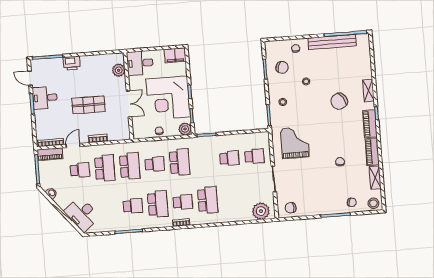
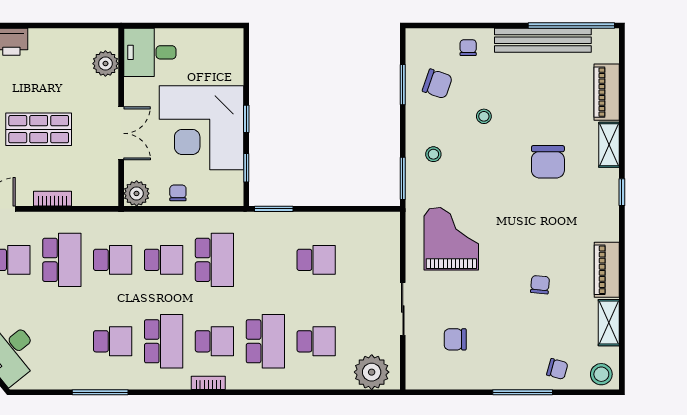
filing cabinet: (175, 55) -> (222, 42), removed
chair: (339, 101) -> (548, 162), turned -57
piano: (370, 124) -> (607, 92), moved
plant: (185, 129) -> (137, 193), moved
school desk: (254, 156) -> (316, 341), moved
school desk: (130, 166) -> (113, 260), width x0.54
chair: (291, 208) -> (455, 339), moved

